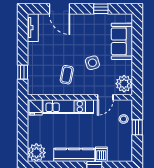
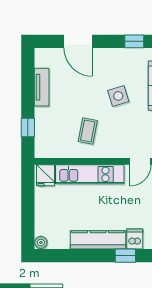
tv unit: (33, 28) -> (42, 87), moved
side table: (92, 63) -> (118, 96), moved
plant: (36, 153) -> (41, 243), width x0.53, depth x0.53

